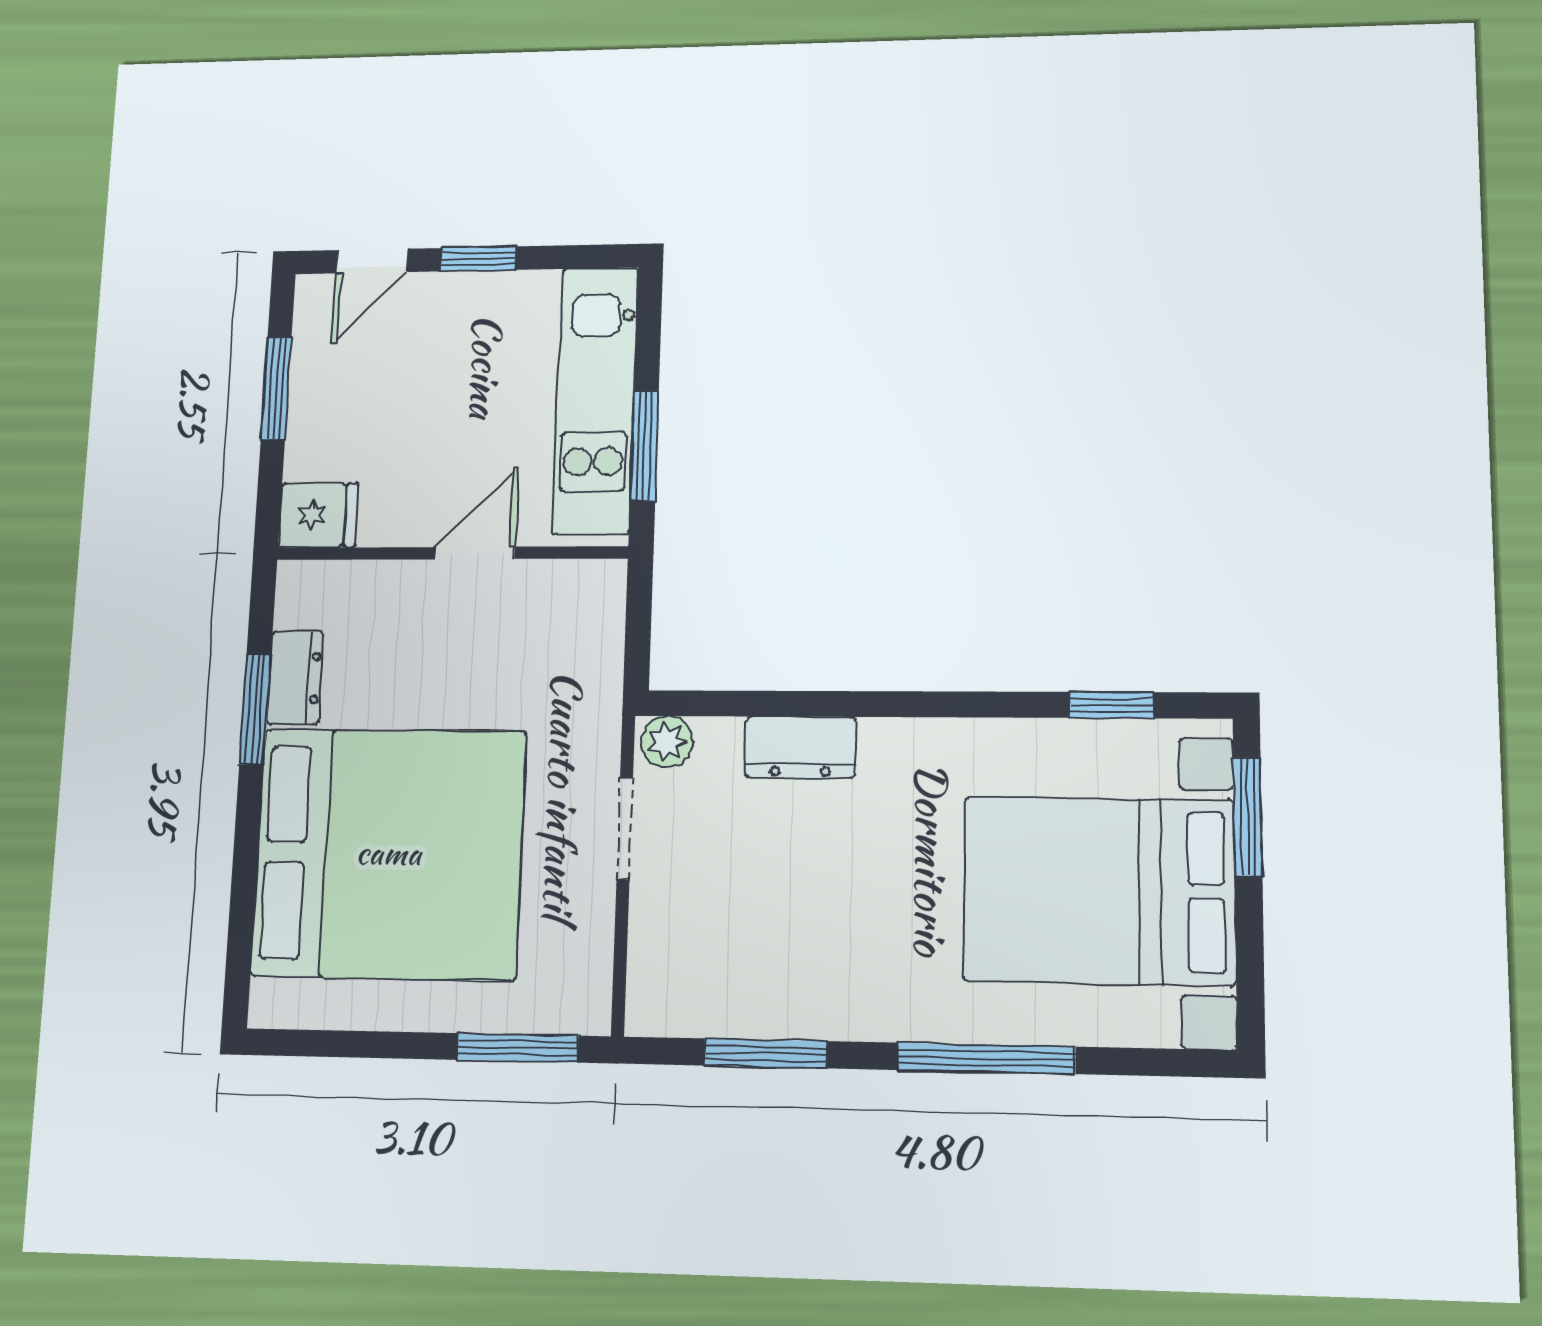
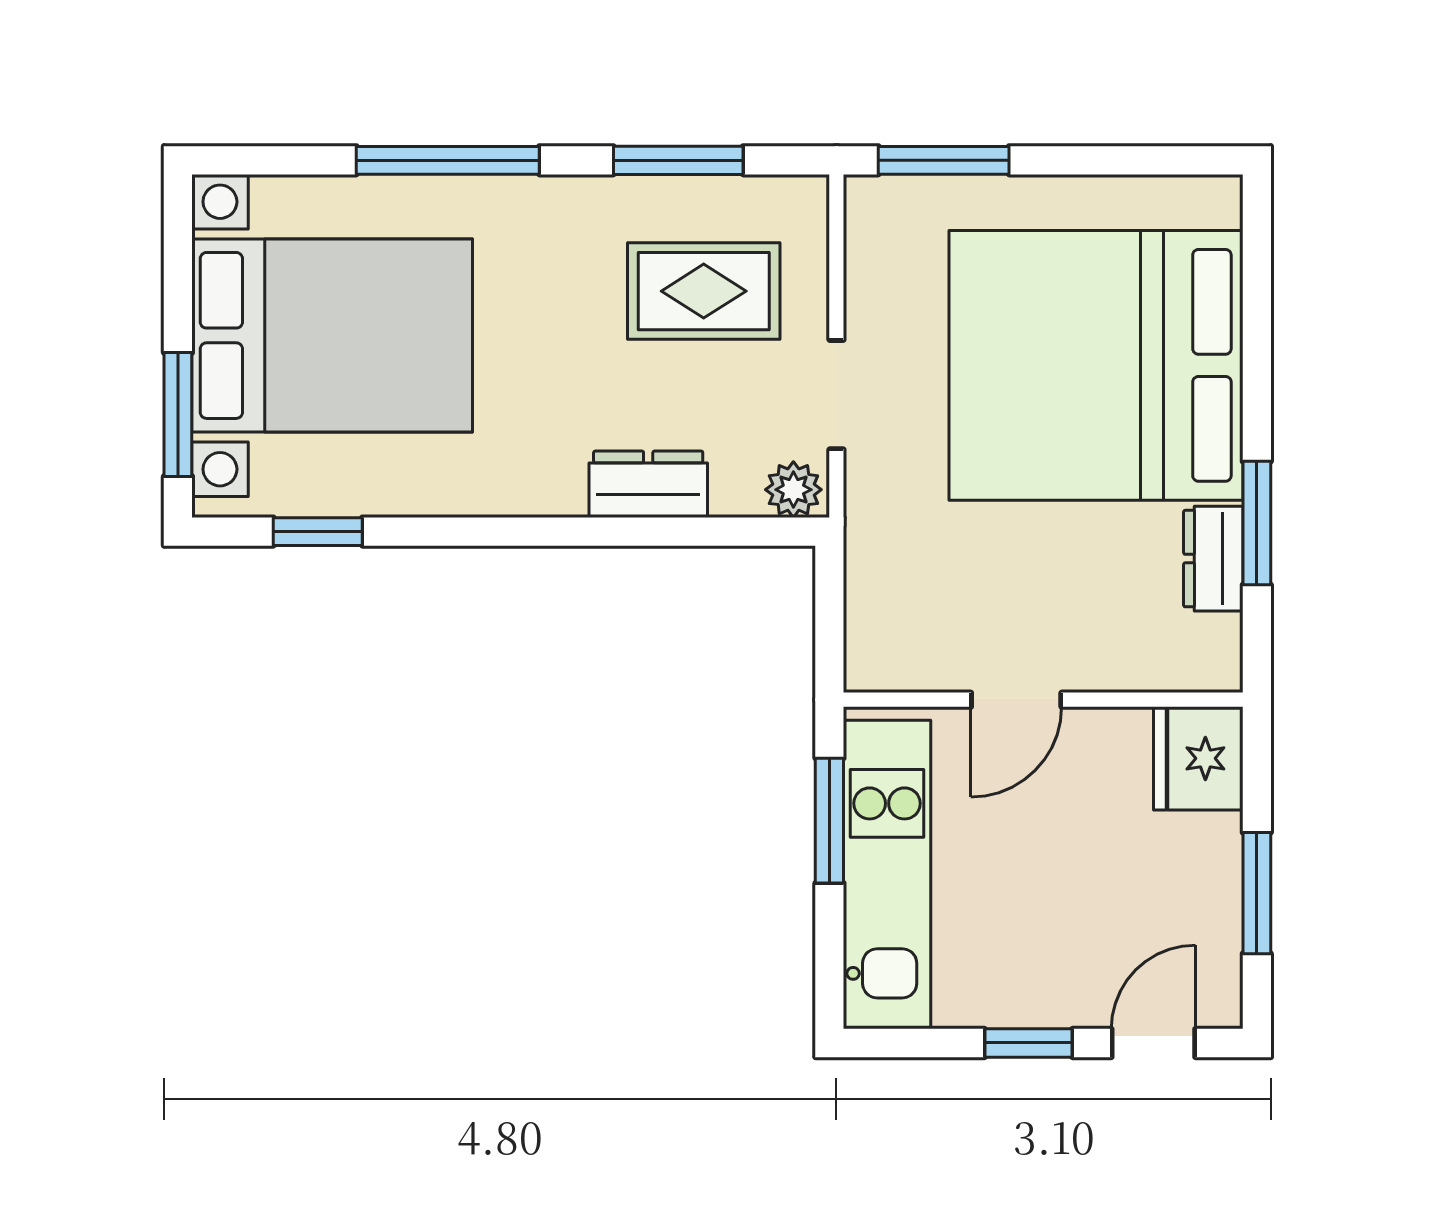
fridge: (318, 515) -> (1198, 758), width x1.38
rug: (745, 928) -> (704, 291), added

